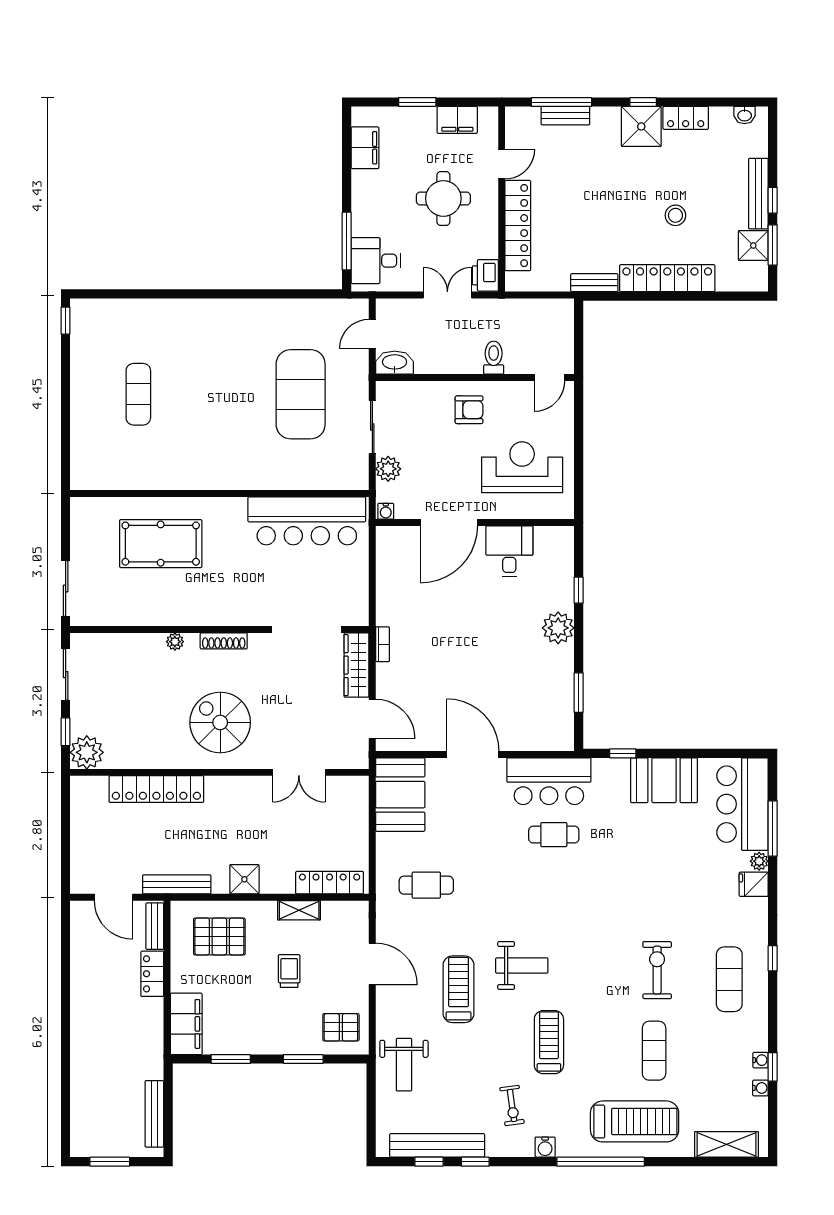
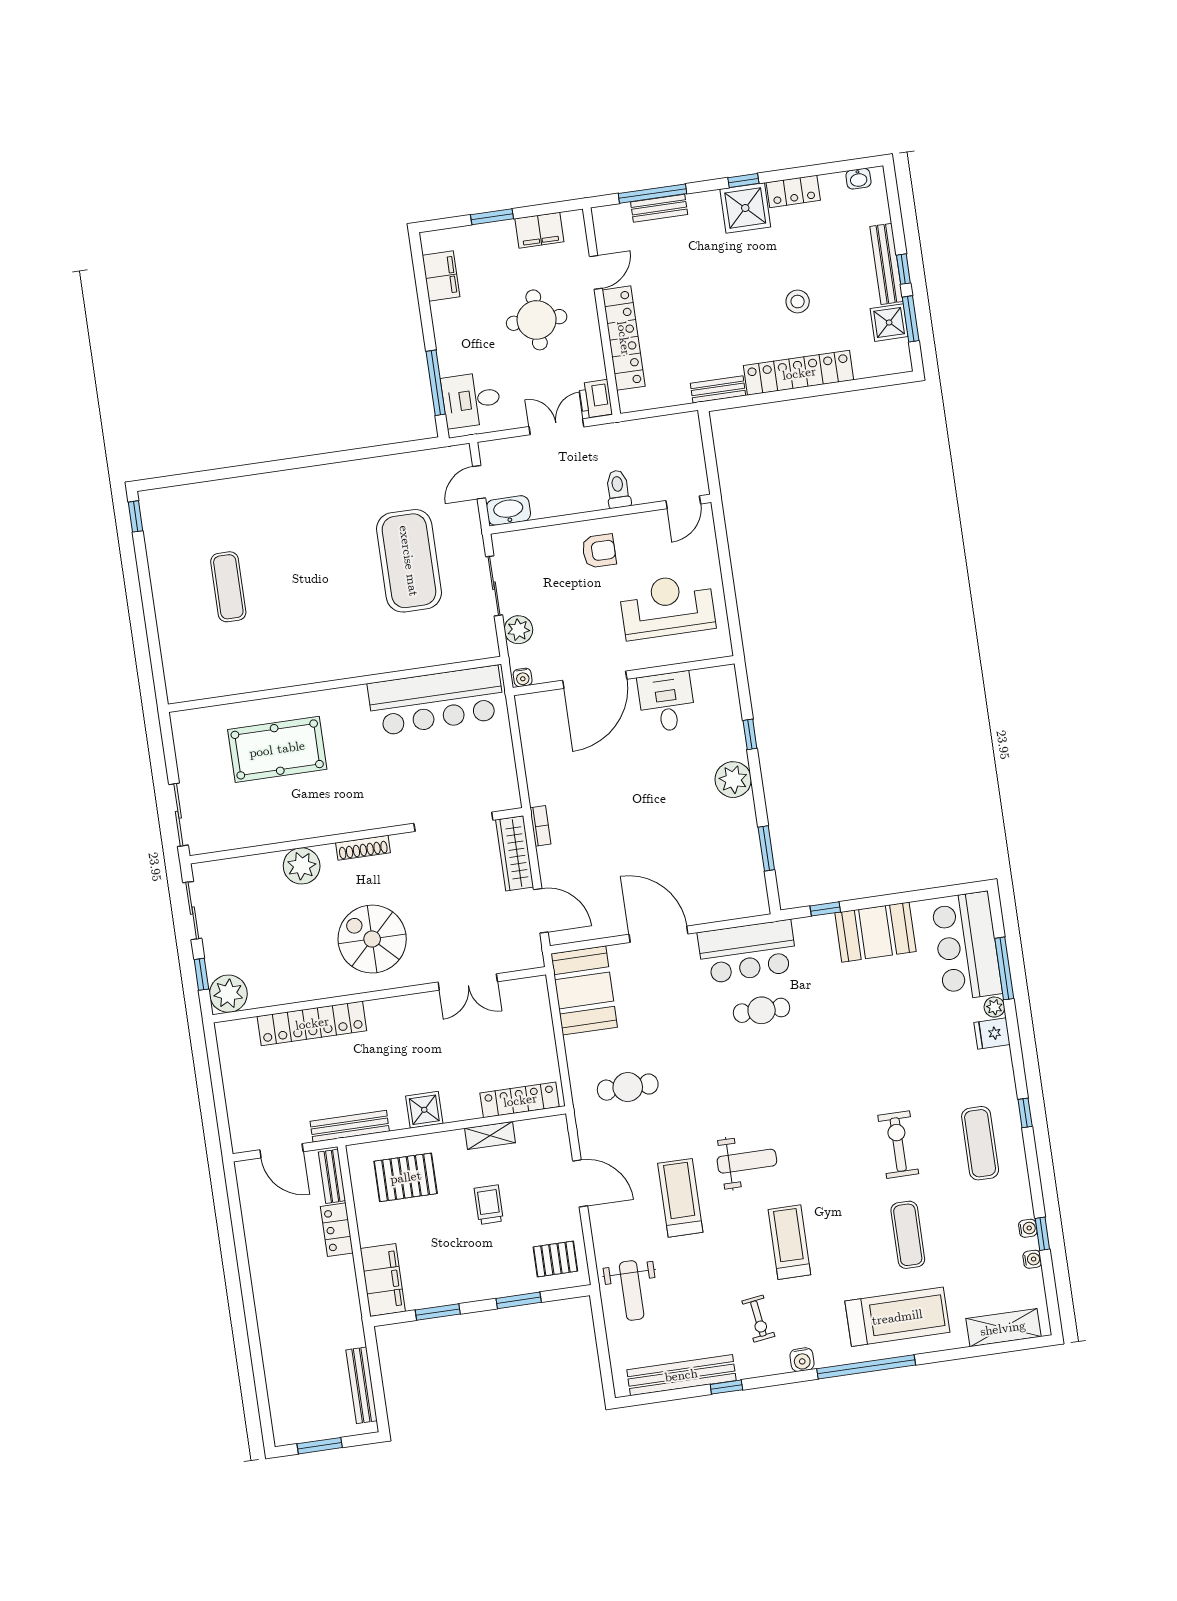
plant: (175, 642) -> (302, 866), width x1.88, depth x1.88
window: (429, 1162) -> (675, 1394), removed

